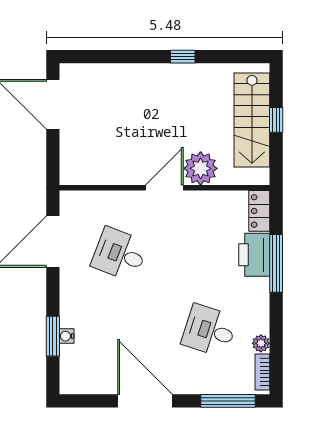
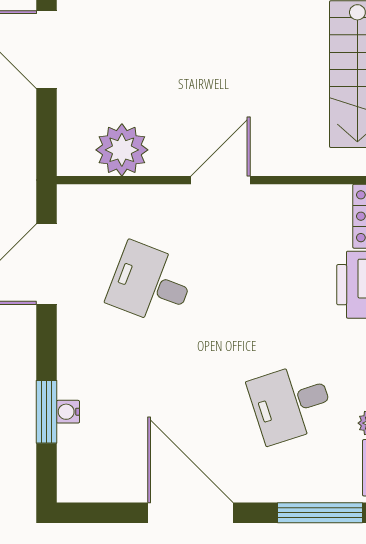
plant: (201, 168) -> (122, 150), moved
desk: (209, 331) -> (291, 403), turned -36

